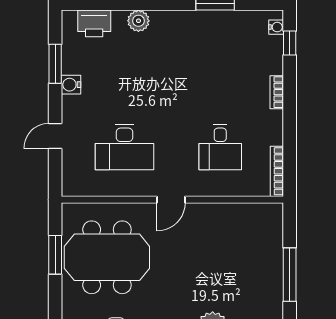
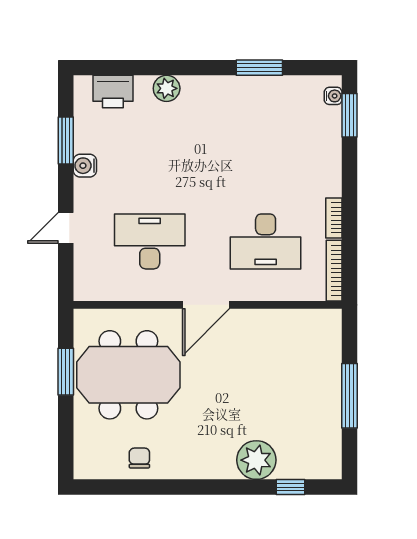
window: (290, 43) -> (350, 115), width x1.50
bookcase: (277, 92) -> (334, 218), moved
desk: (125, 147) -> (150, 241), turned 180
desk: (220, 147) -> (266, 241), width x1.37
door: (171, 200) -> (206, 305), width x1.38

